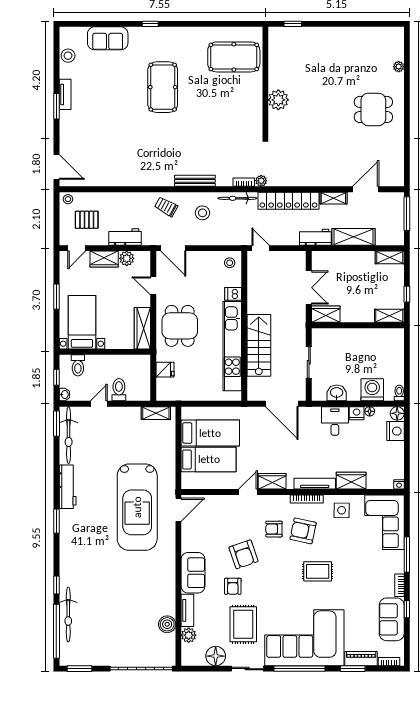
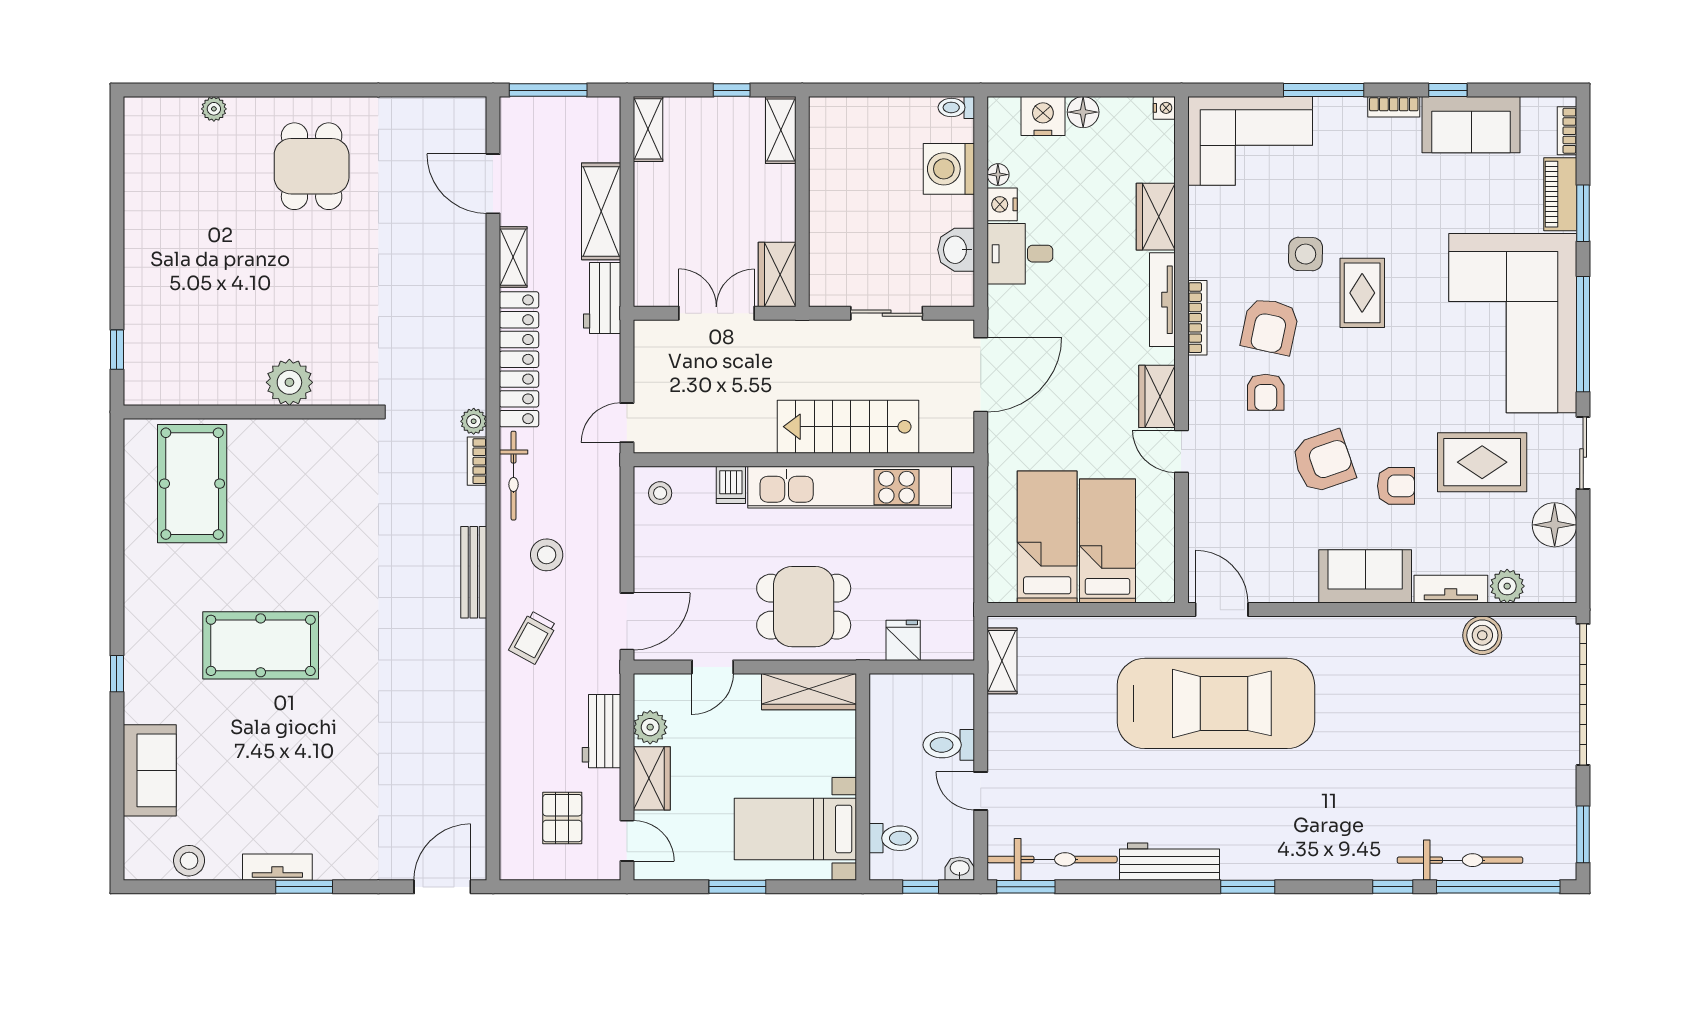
stool: (68, 199) -> (516, 861), removed
floor lamp: (397, 413) -> (1083, 112), moved
side table: (342, 510) -> (1305, 254), moved

